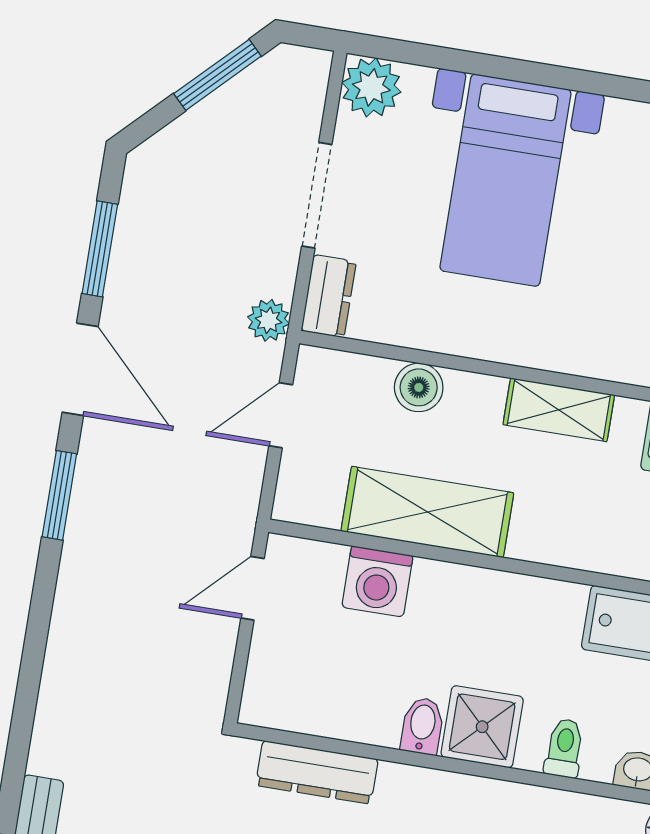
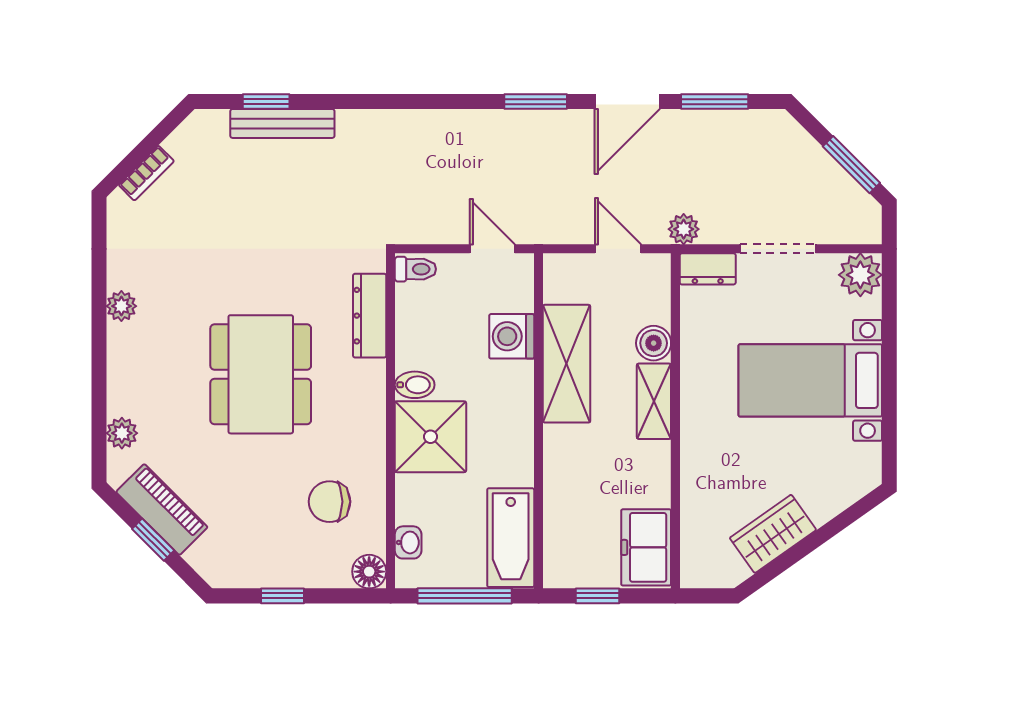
shelving: (559, 410) -> (654, 401), moved
shower: (482, 727) -> (430, 437), width x1.36, depth x1.36
toilet: (564, 748) -> (415, 269), moved

